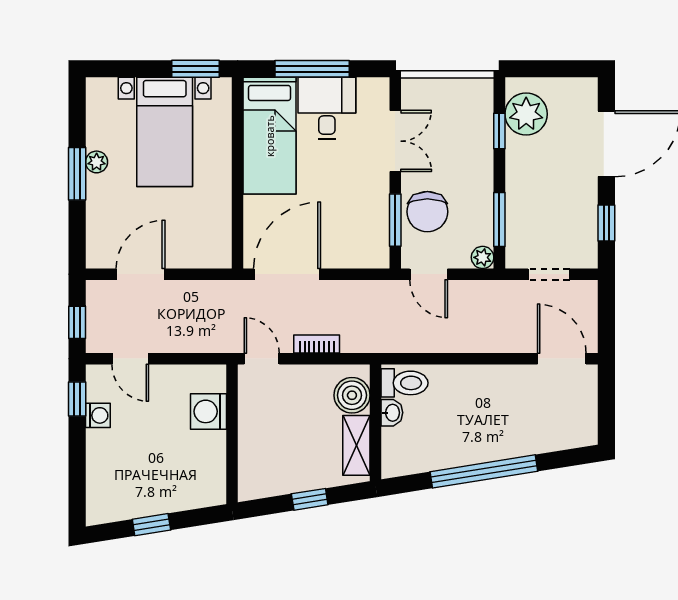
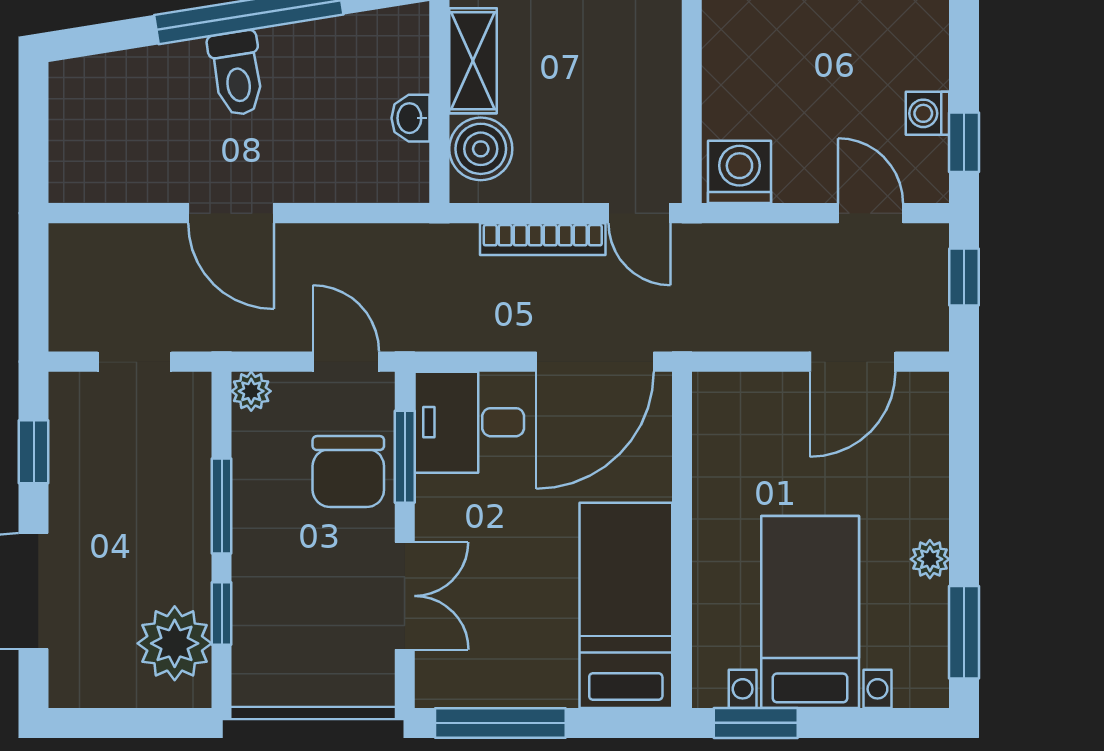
window: (312, 69) -> (500, 723), moved
desk: (327, 108) -> (469, 422), moved, turned 90
double door: (395, 141) -> (405, 596), swing flipped
window: (77, 174) -> (964, 632), moved
chair: (427, 212) -> (348, 472), turned 180
window: (499, 220) -> (222, 506), moved
bookcase: (317, 344) -> (543, 239), width x1.56
door: (562, 359) -> (231, 213), moved
toilet: (405, 383) -> (237, 73), moved, turned -99
washing machine: (208, 411) -> (739, 172), moved, turned -90

